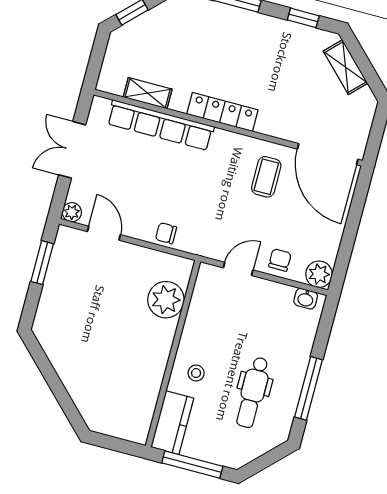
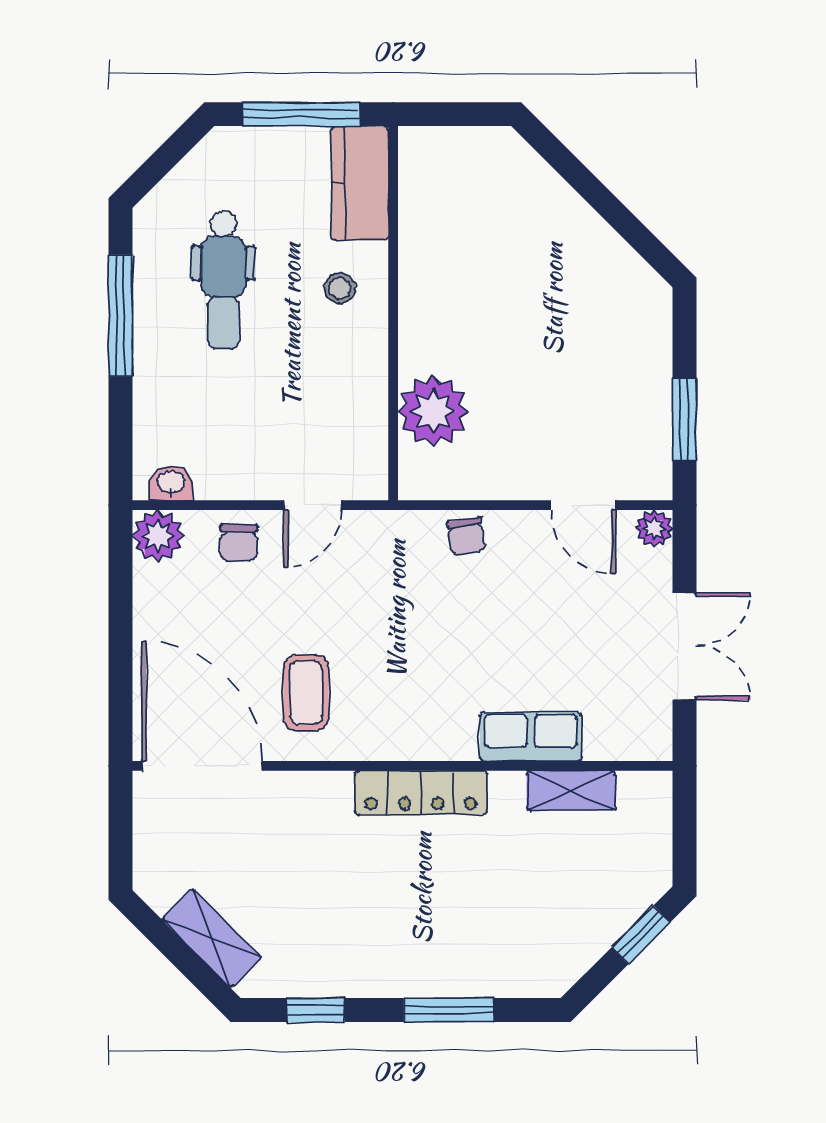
row of seats: (160, 125) -> (531, 737), width x0.50
chair: (166, 233) -> (466, 536), turned 81
dental chair: (253, 392) -> (223, 280), turned 180

